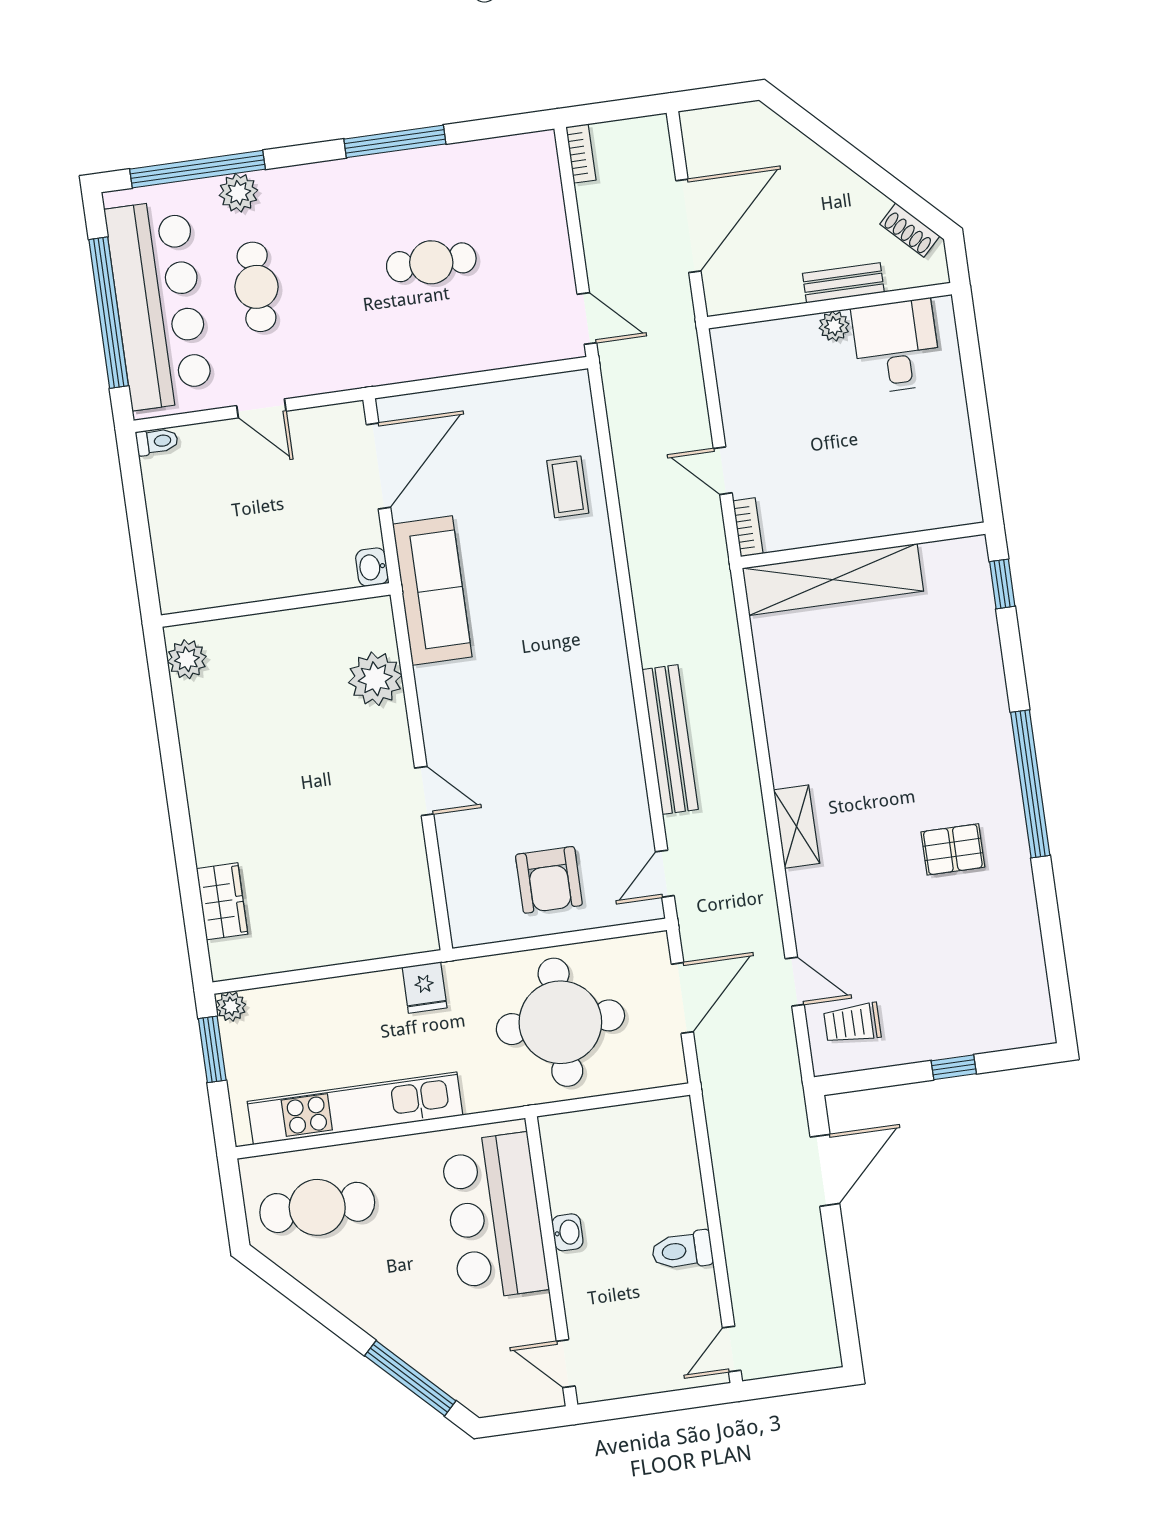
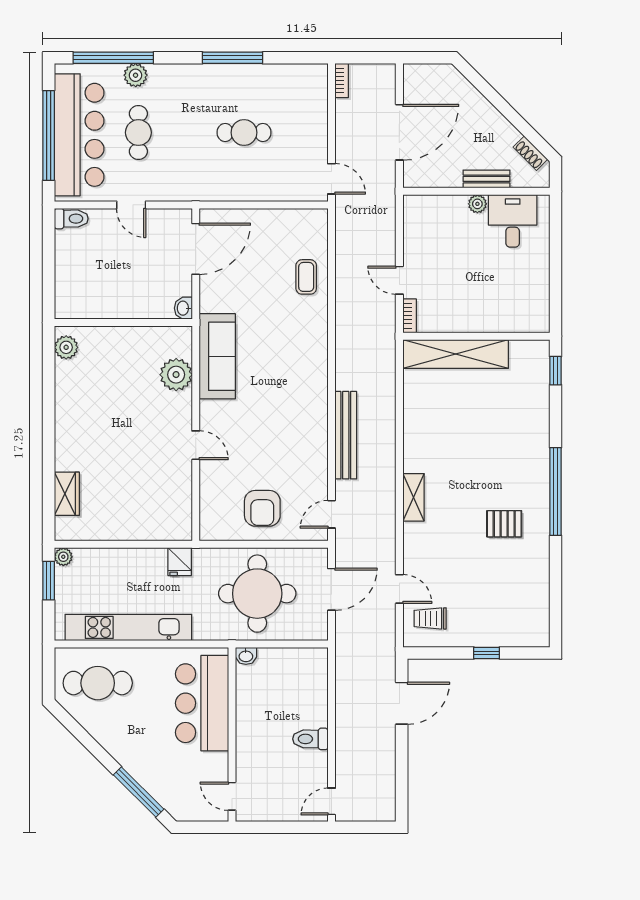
toilet: (157, 441) -> (71, 219), width x1.37, depth x1.39
sofa: (432, 590) -> (217, 356), moved
washbasin: (567, 1232) -> (246, 656), moved, turned 90

